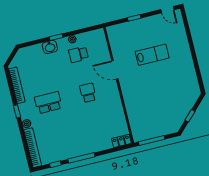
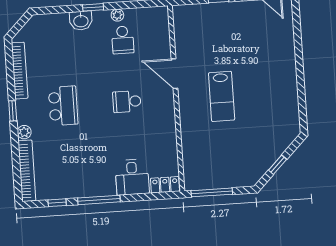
school desk: (78, 54) -> (123, 40), turned -90
lab bench: (152, 55) -> (222, 96), moved, turned 90
school desk: (88, 93) -> (127, 102), turned -90
school desk: (48, 103) -> (63, 106), turned 90
desk: (100, 140) -> (132, 177), added

